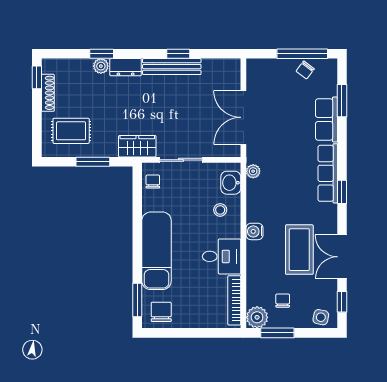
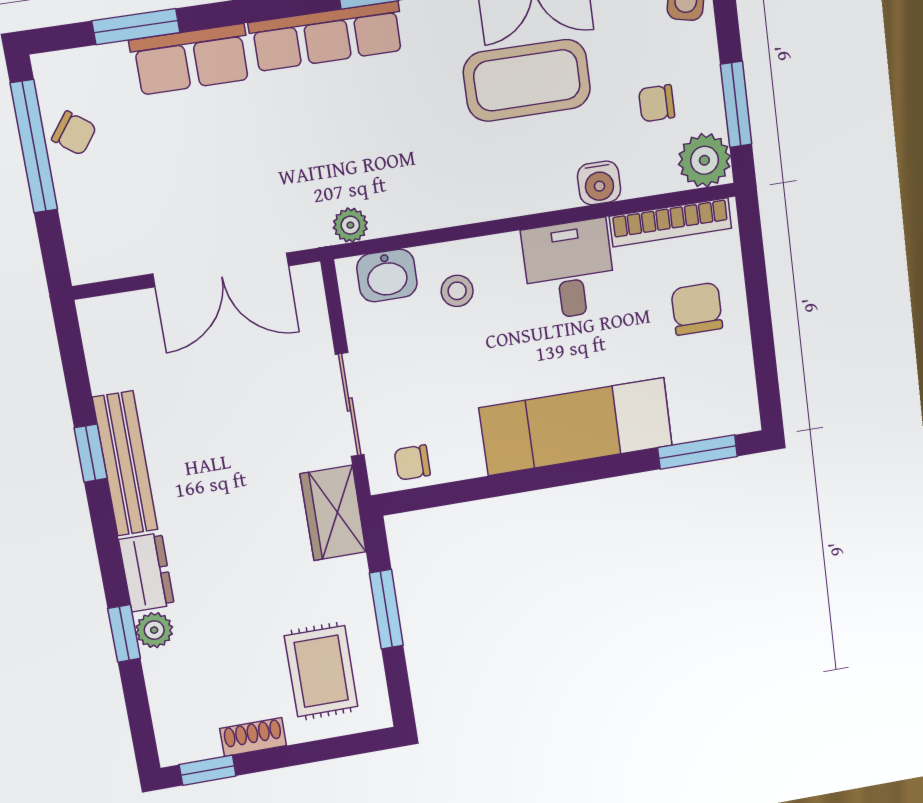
shoe rack: (48, 93) -> (253, 737), width x0.70
water cooler: (255, 231) -> (599, 183), moved
chair: (161, 312) -> (697, 309), moved, turned 90

